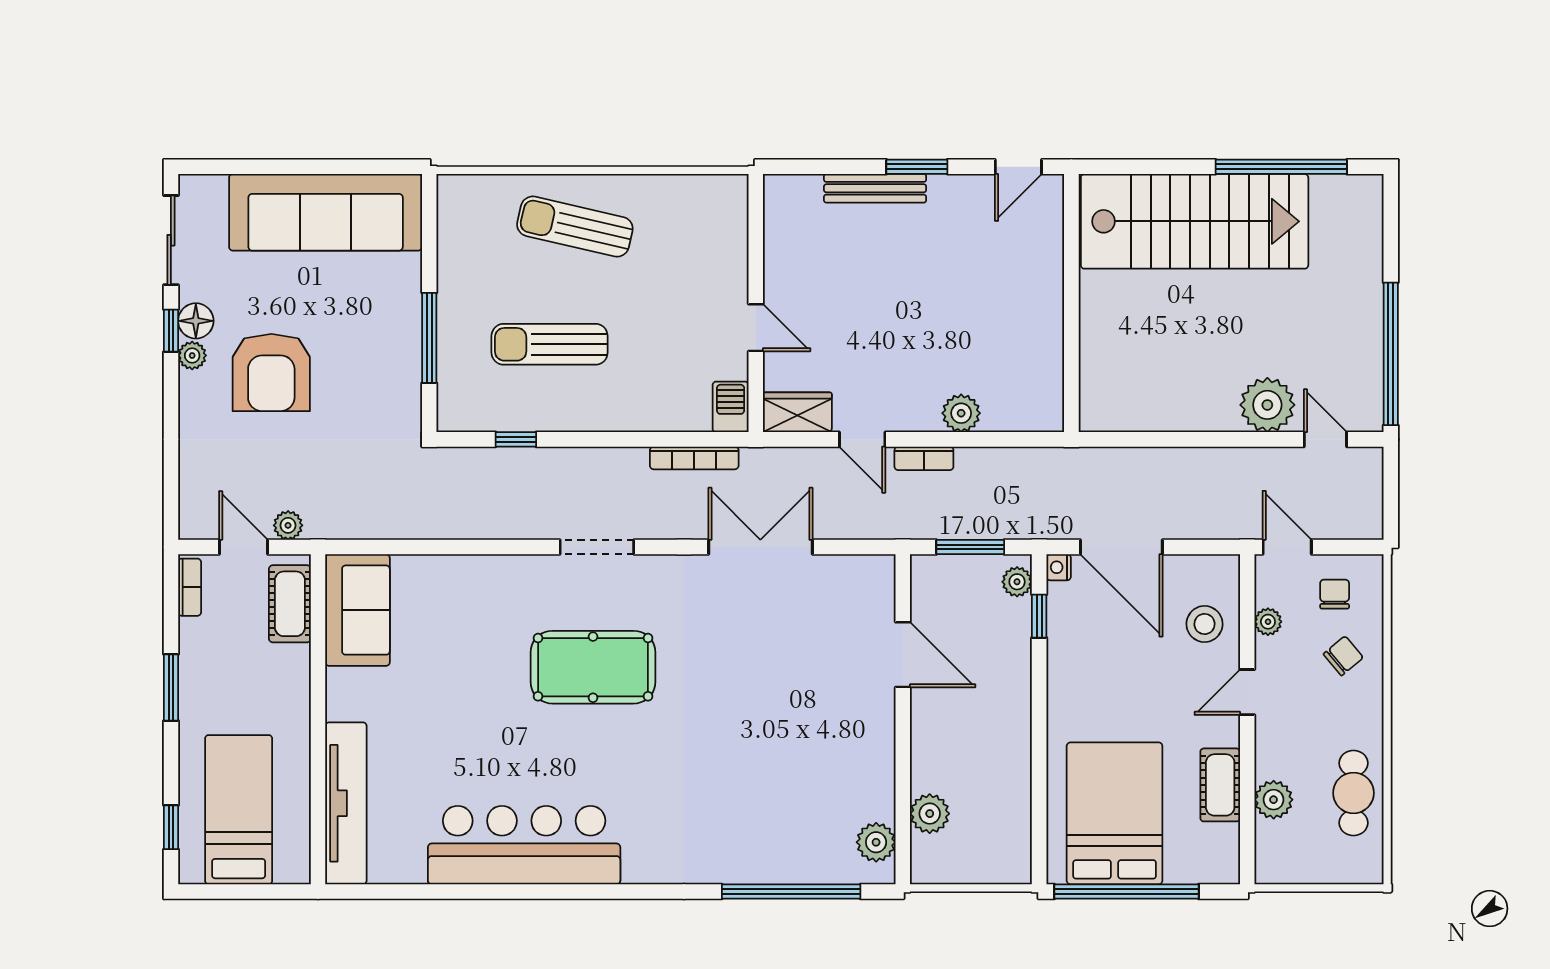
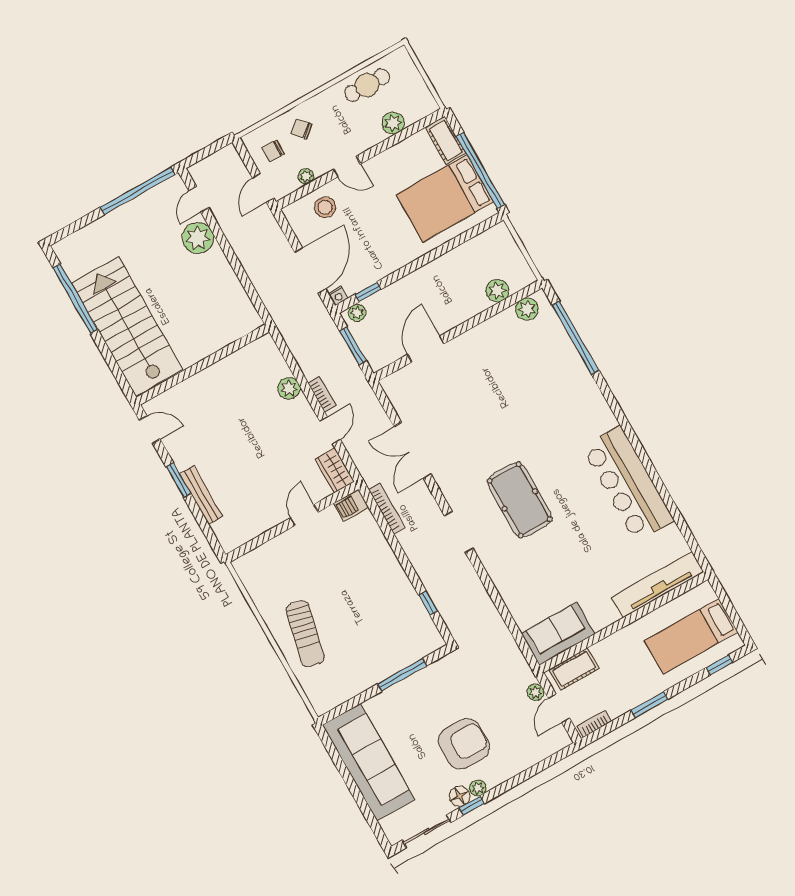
sun lounger: (550, 344) -> (371, 613), removed
cot: (1220, 785) -> (446, 140), moved, turned 90

